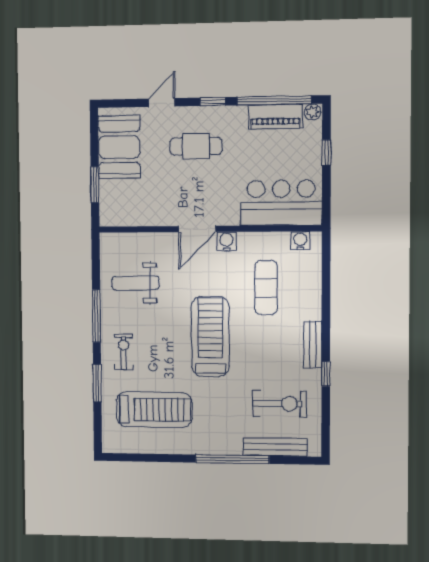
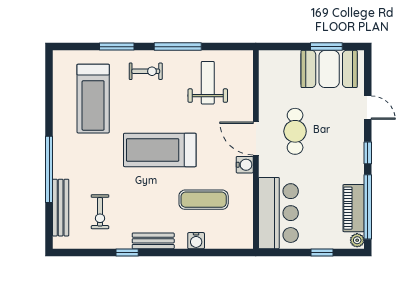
cafe table: (196, 146) -> (295, 131), moved
window: (95, 185) -> (326, 47), moved
water cooler: (300, 241) -> (196, 241), moved, turned 90
treadmill: (210, 336) -> (160, 150), turned 180
exercise bike: (280, 404) -> (100, 212), width x0.73, depth x0.72

